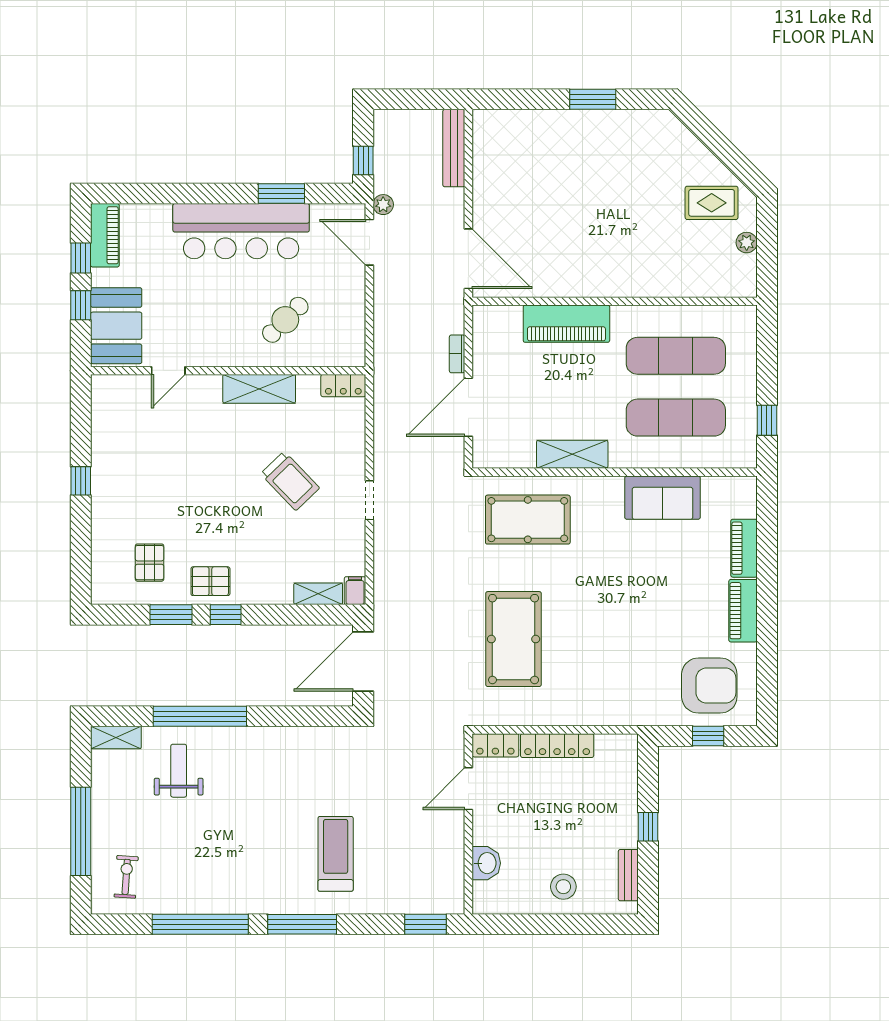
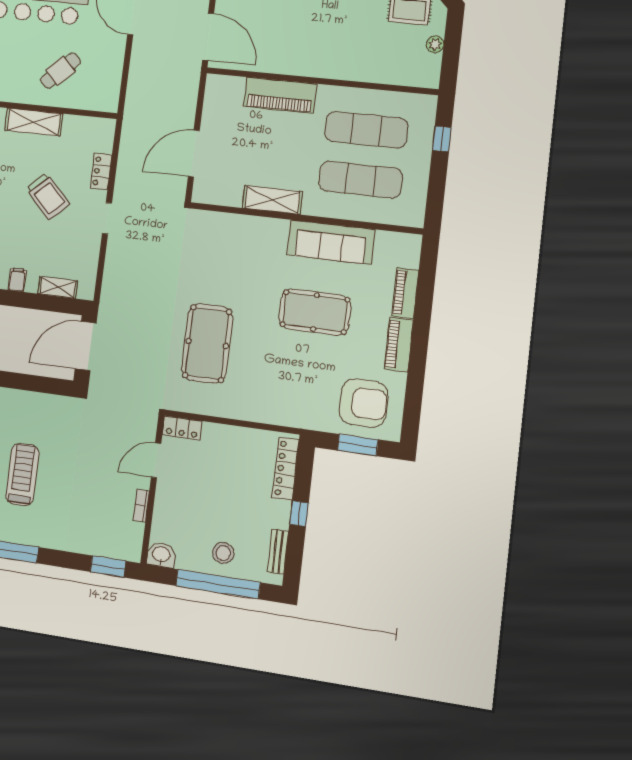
bookcase: (457, 354) -> (141, 506), moved
locker: (343, 386) -> (101, 171), moved, turned 90
window: (767, 420) -> (442, 139), moved
sofa: (663, 498) -> (331, 242), width x1.36
pool table: (528, 520) -> (315, 312), moved
filing cabinet: (355, 591) -> (17, 280), moved
window: (708, 736) -> (358, 445), width x1.50
locker: (557, 746) -> (286, 469), moved, turned 90
treadmill: (336, 854) -> (22, 474), moved
washbasin: (486, 863) -> (161, 555), moved, turned -90
window: (562, 924) -> (218, 584), added

